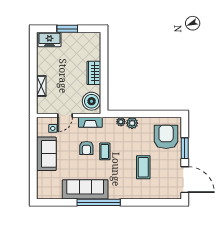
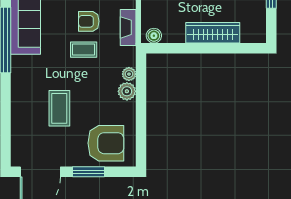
wardrobe: (94, 73) -> (213, 33), width x1.50
boiler: (92, 101) -> (154, 36), width x0.54, depth x0.54
coffee table: (143, 167) -> (59, 108), turned 90

